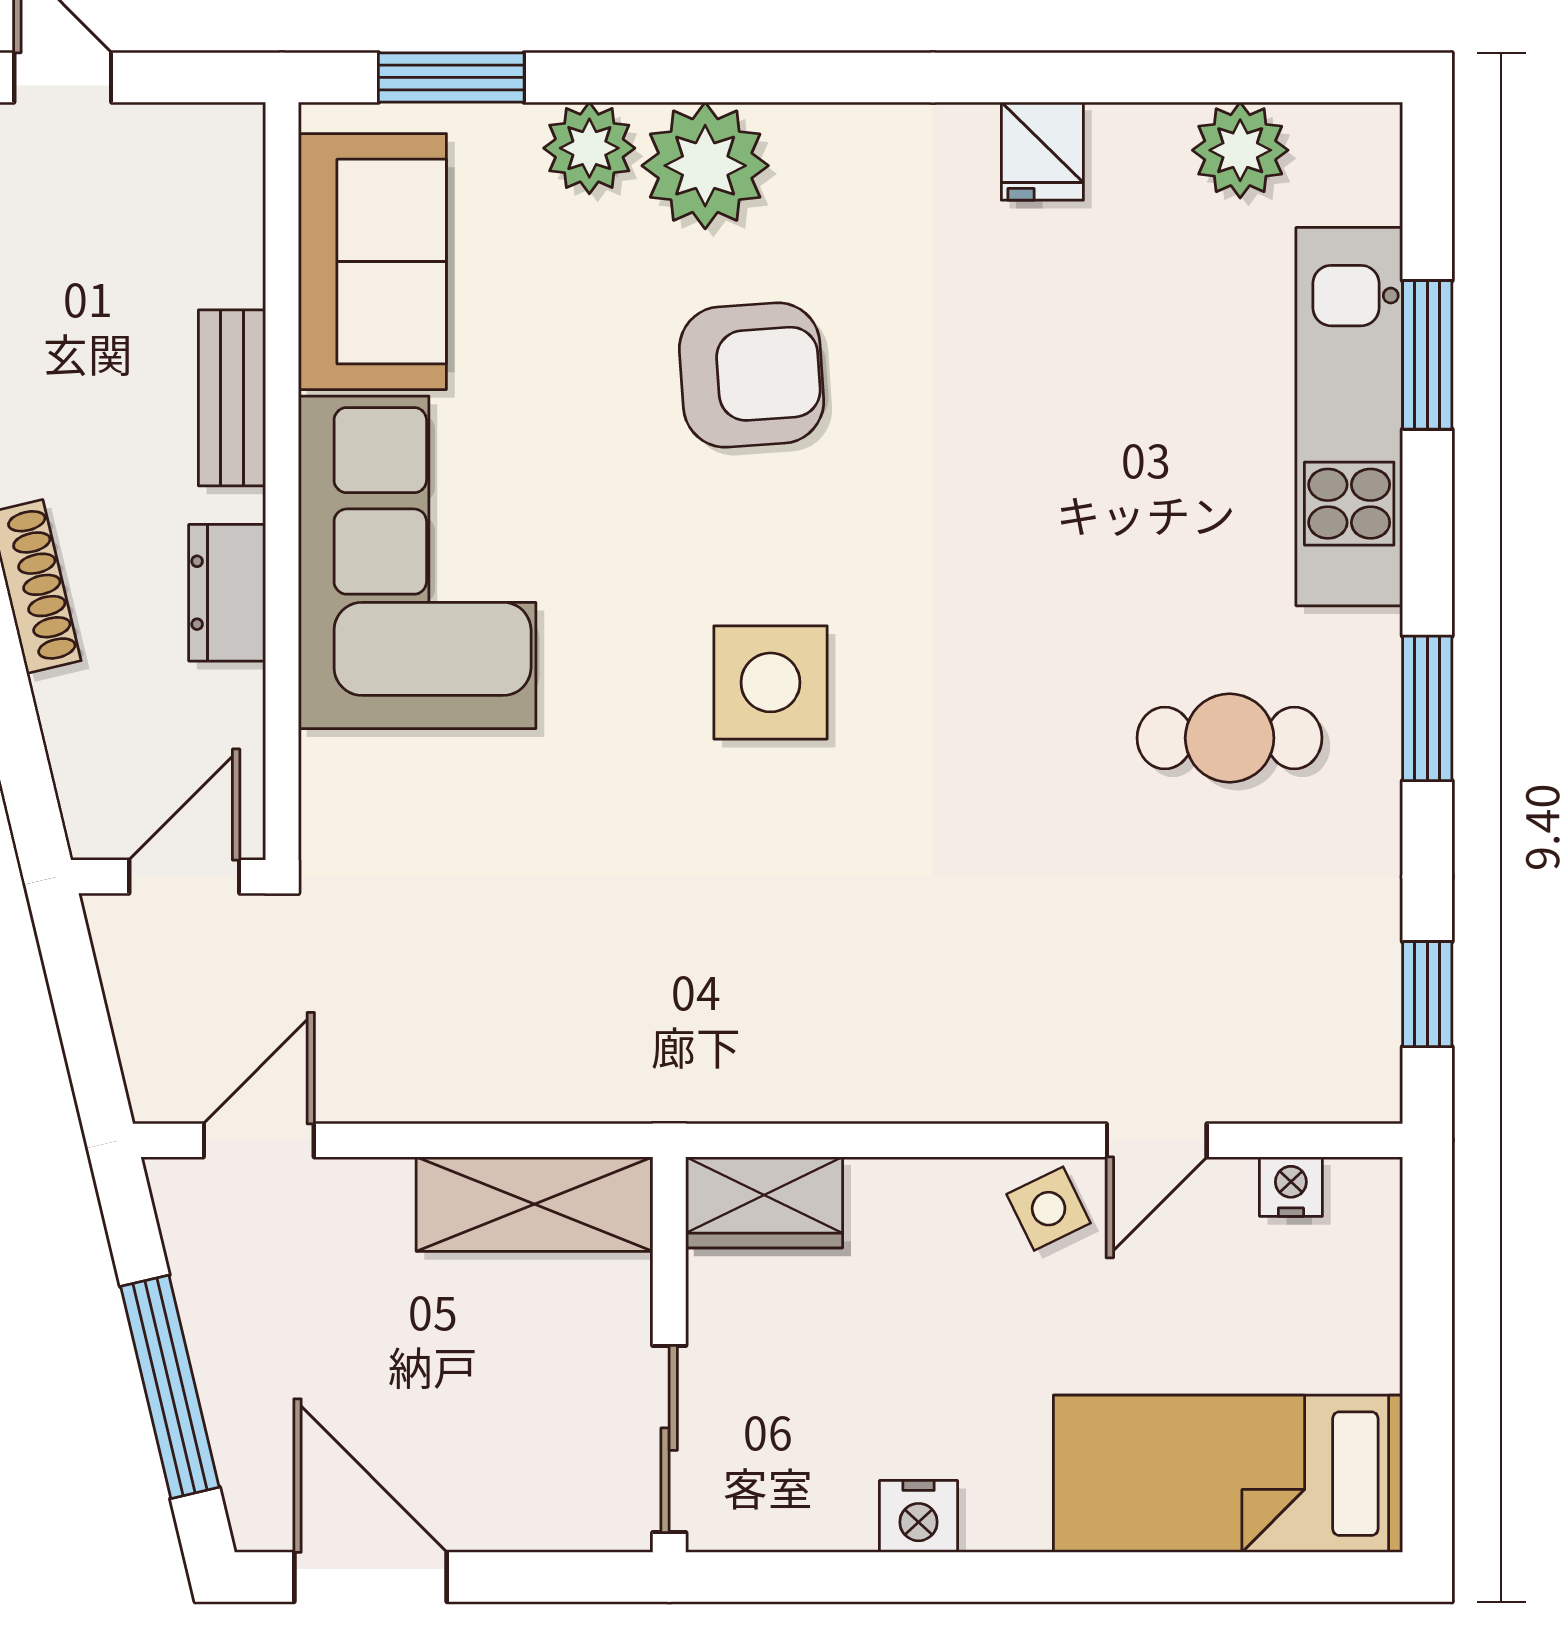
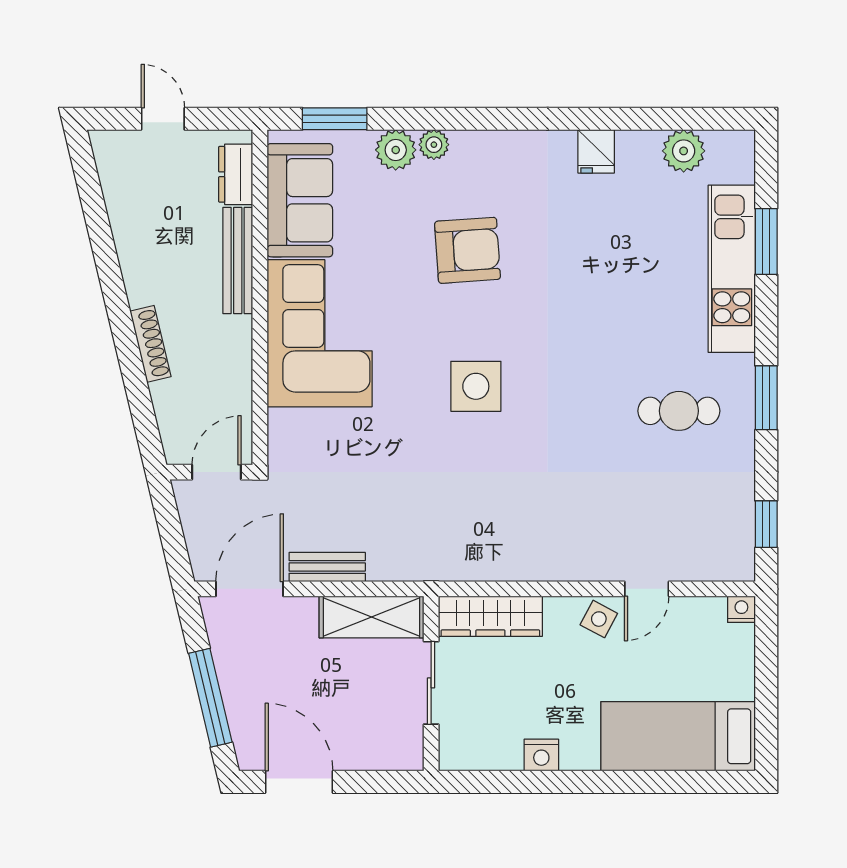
plant: (705, 166) -> (434, 145), width x0.53, depth x0.53
bench: (232, 398) -> (238, 260), width x1.36
dresser: (227, 593) -> (236, 174), moved
bench: (434, 1091) -> (327, 567), added
door: (259, 1140) -> (250, 589), width x1.38
nightstand: (1291, 1187) -> (741, 609), moved
wardrobe: (764, 1202) -> (490, 616), width x1.50
side table: (1049, 1209) -> (599, 619), turned -36
sliding door: (669, 1439) -> (431, 683), moved

